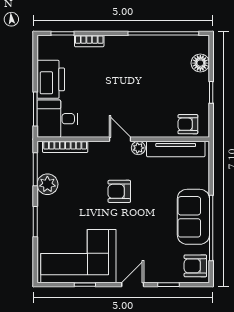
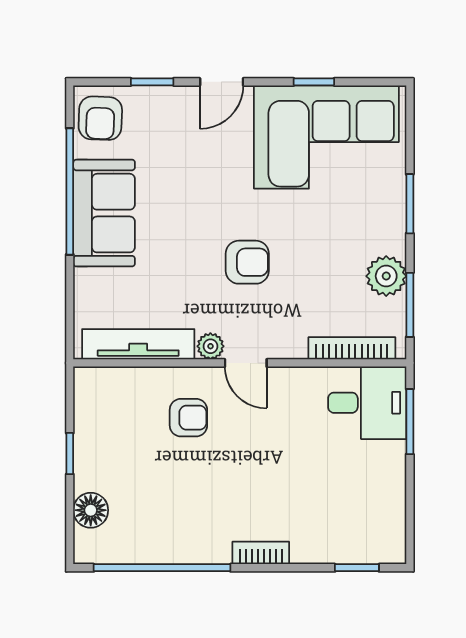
bookcase: (89, 41) -> (261, 553), moved
printer: (51, 79) -> (380, 479), removed
armchair: (188, 124) -> (188, 418), moved
armchair: (195, 266) -> (100, 118), turned 92

